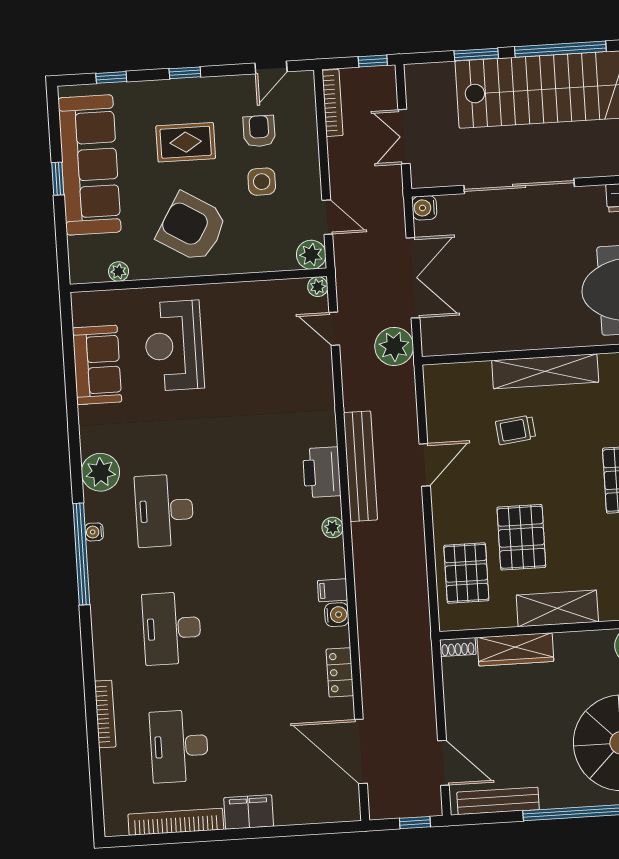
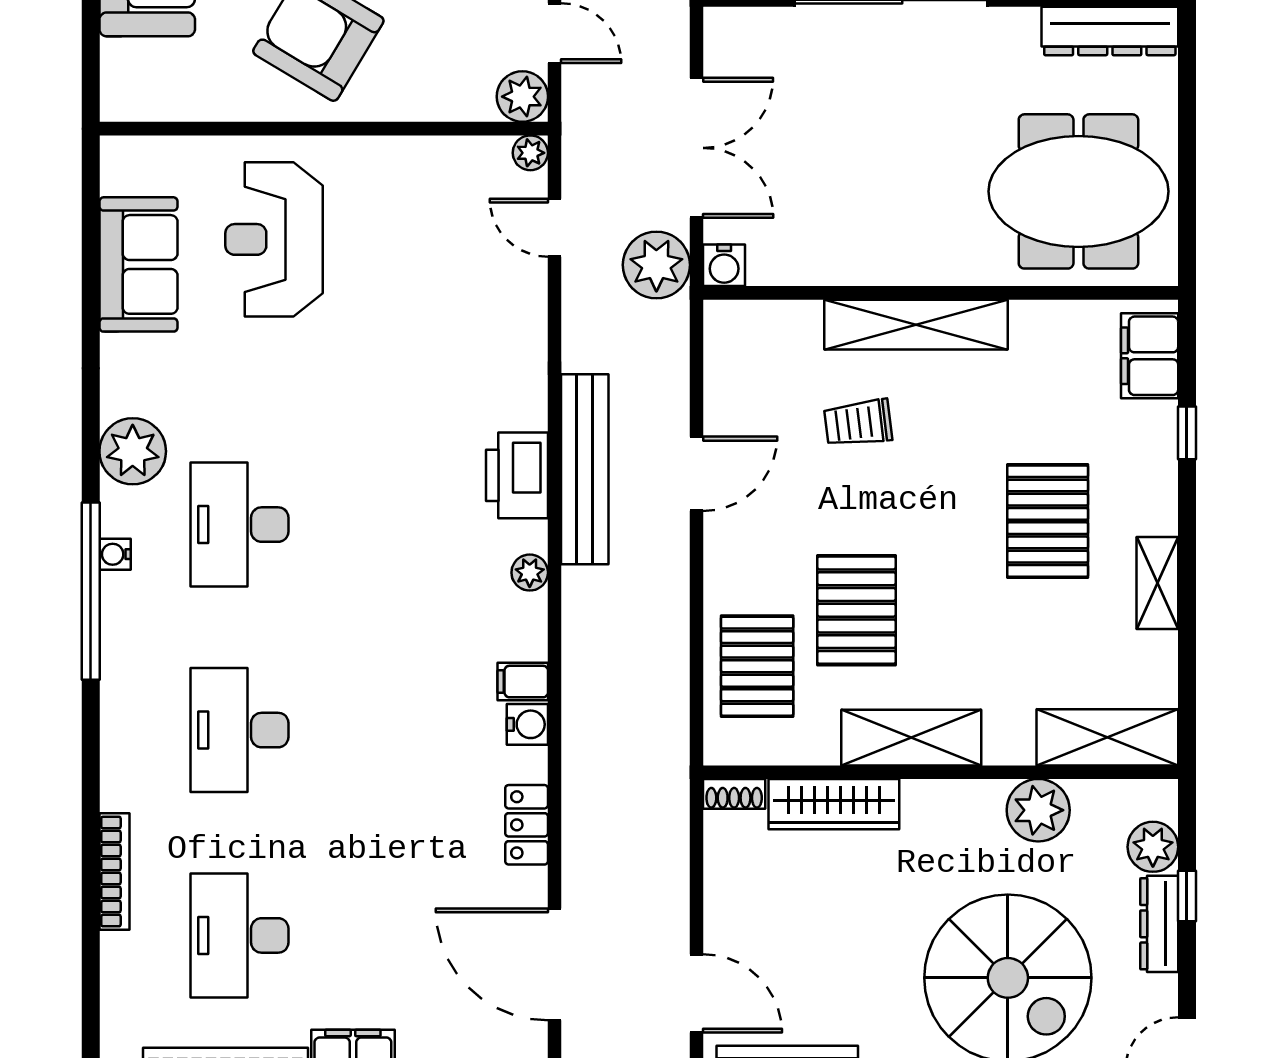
water cooler: (424, 208) -> (724, 265), moved, turned -90
plant: (119, 272) -> (186, 105), removed

